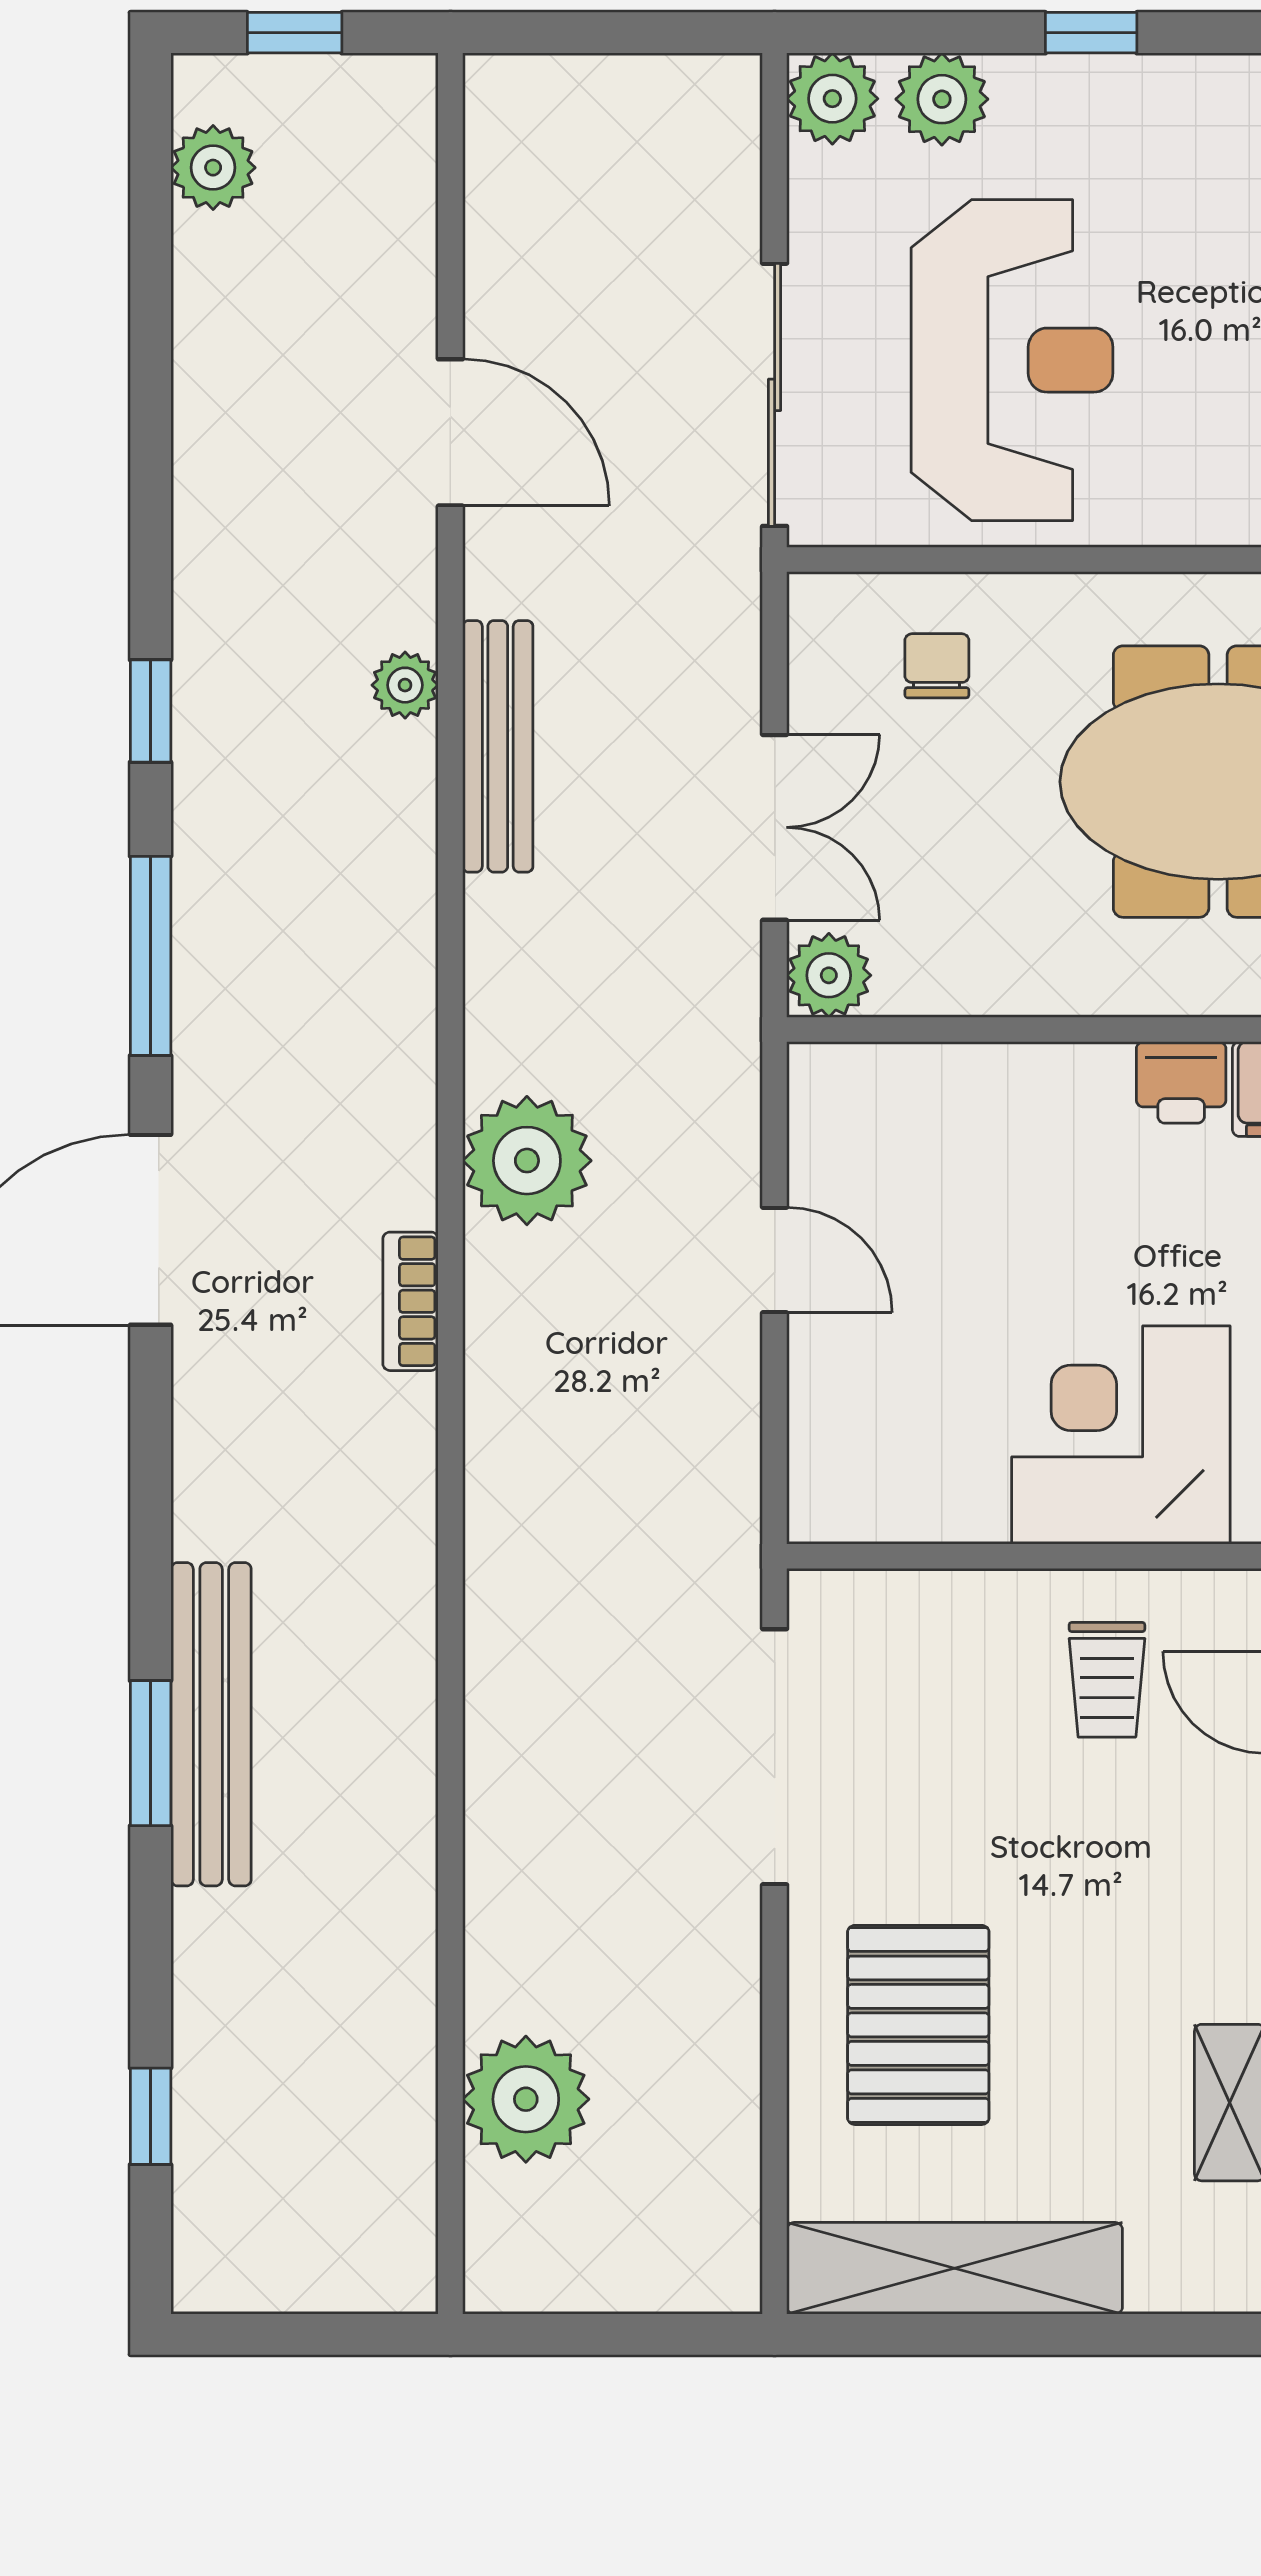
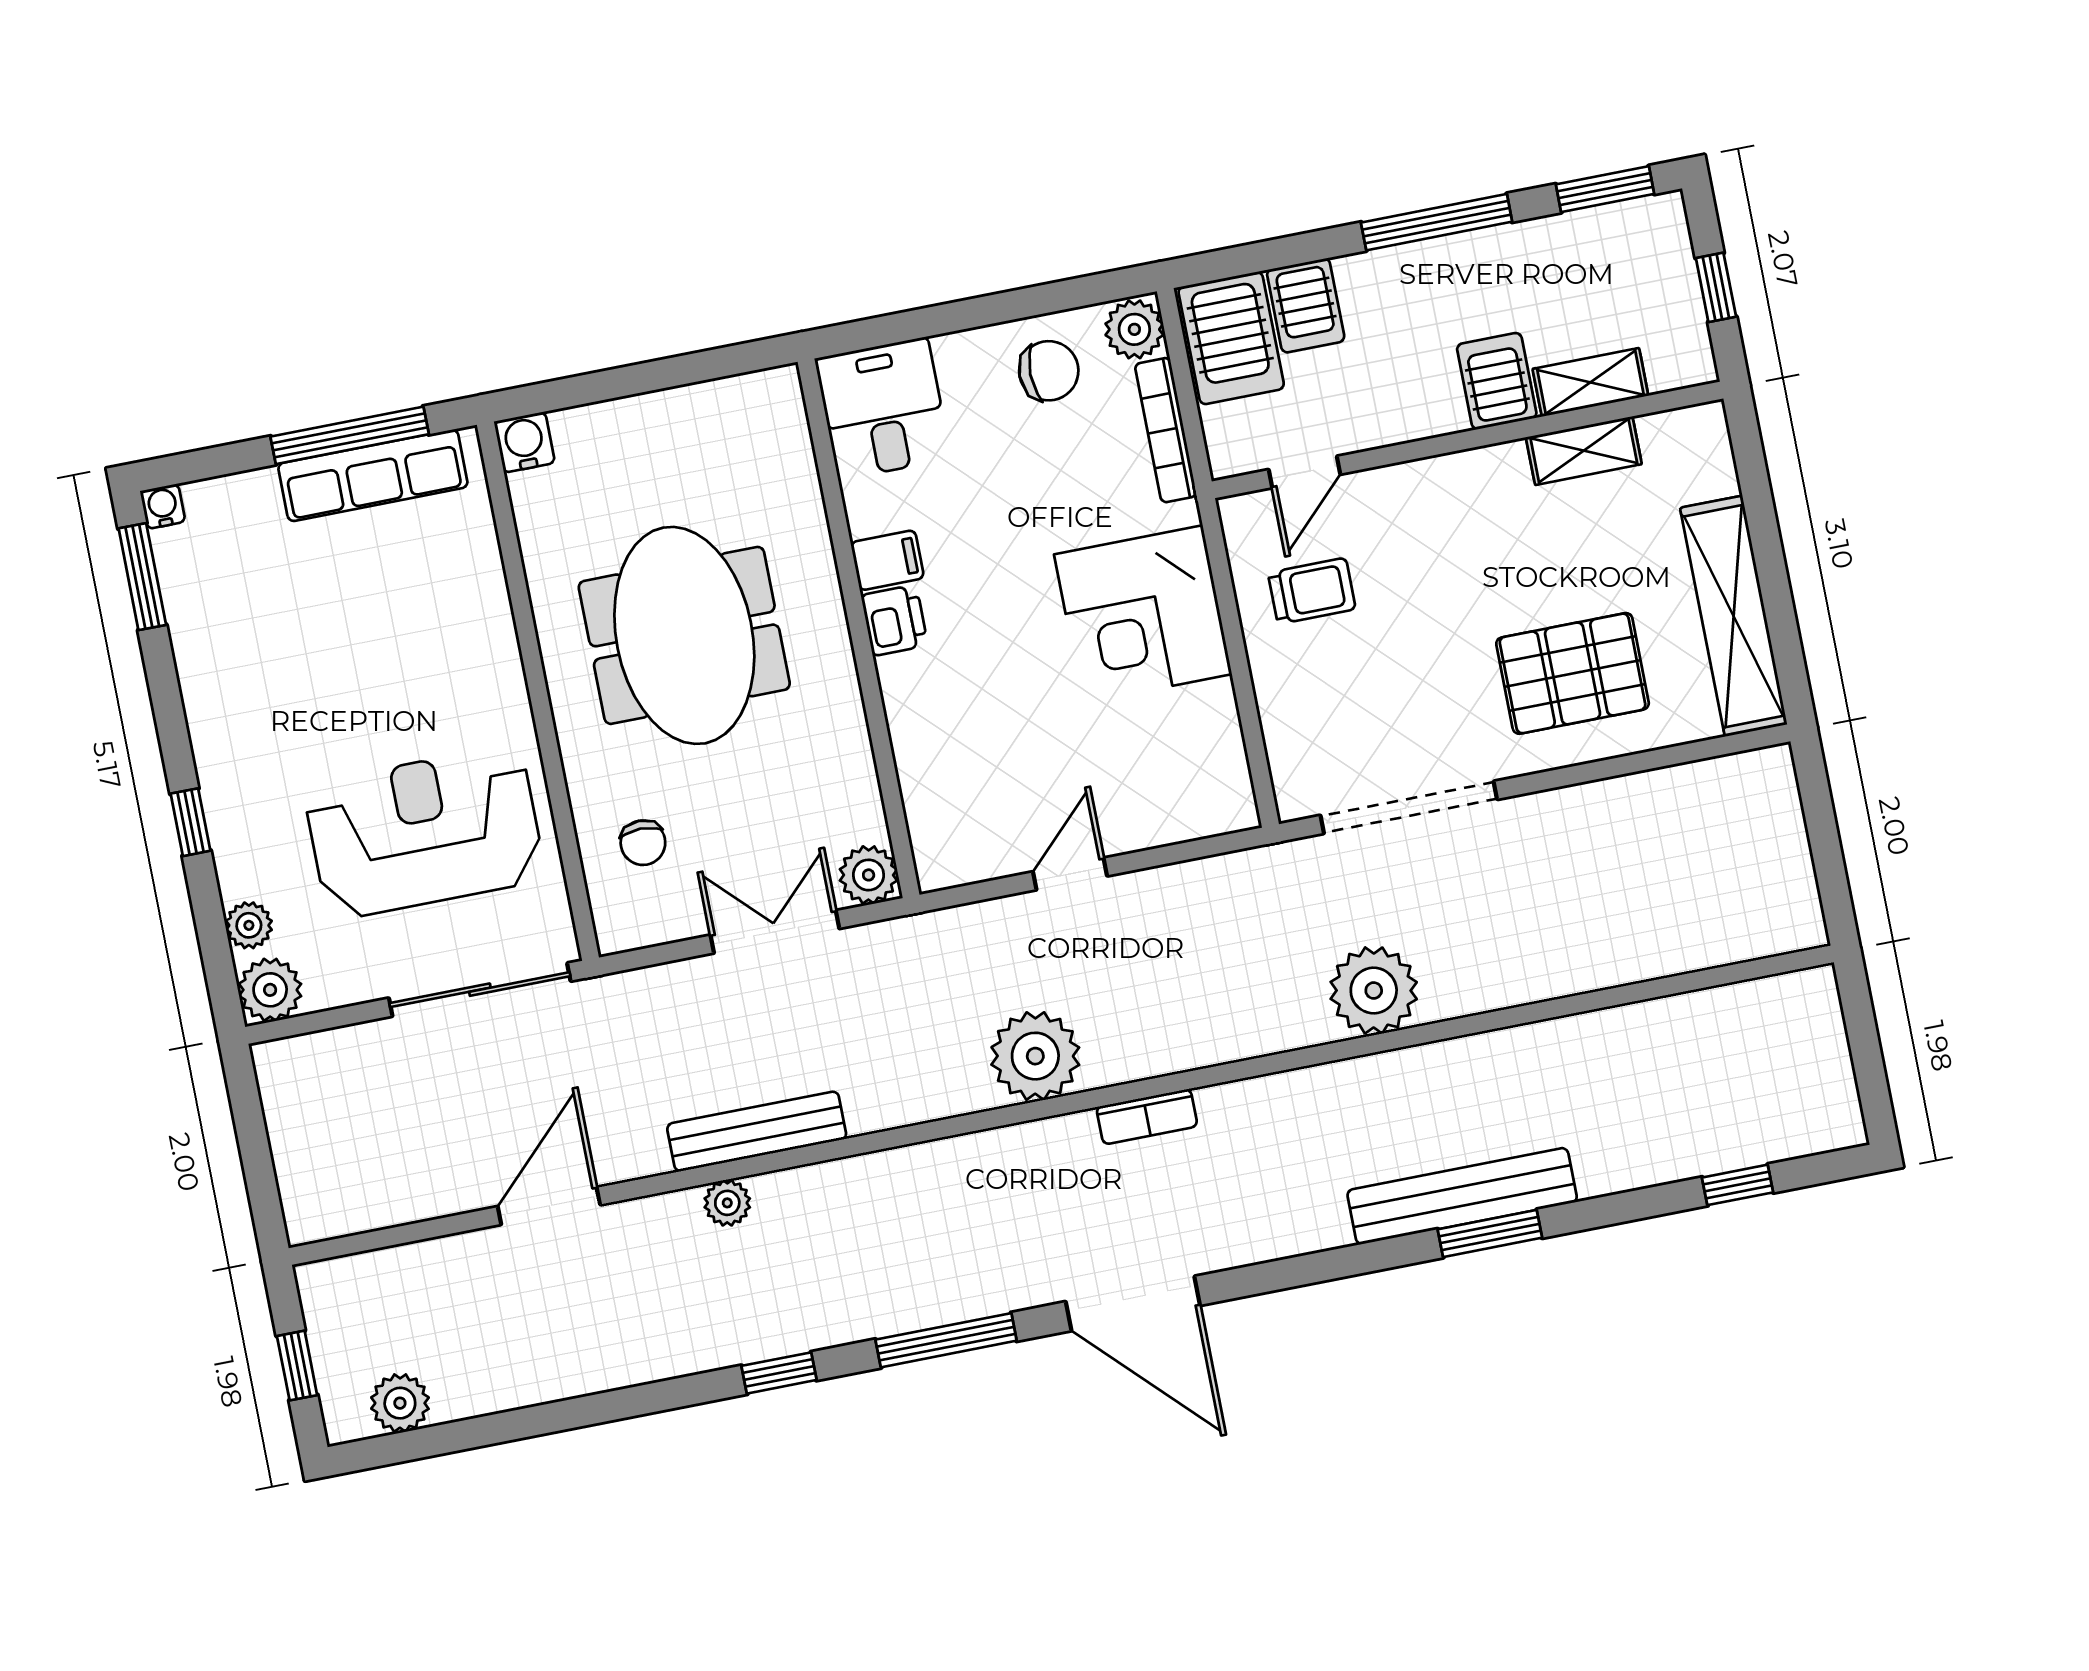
plant: (942, 99) -> (249, 925), width x0.73, depth x0.73
chair: (937, 666) -> (643, 843), turned -90
plant: (526, 2099) -> (1374, 990), moved

